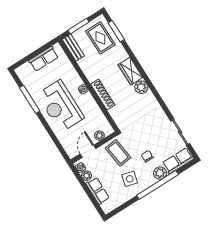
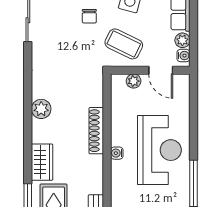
wardrobe: (130, 71) -> (42, 162), moved
door: (88, 151) -> (161, 70), hinge flipped
coffee table: (118, 153) -> (124, 44), turned -57

